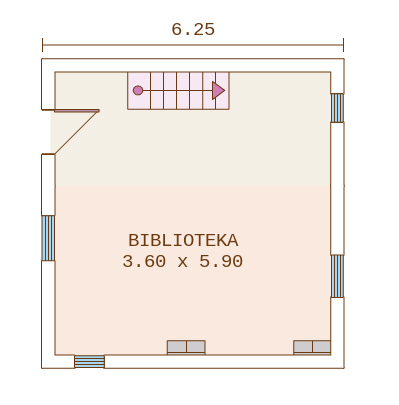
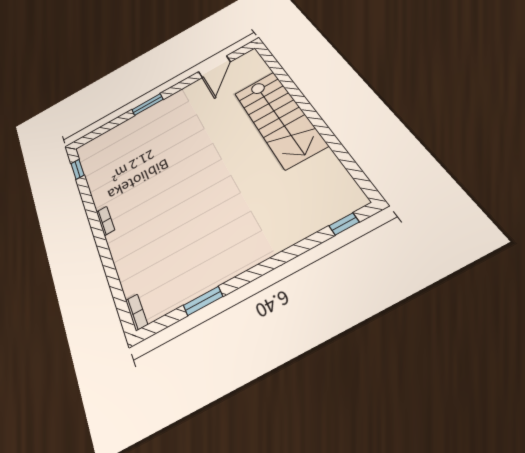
stairs: (178, 90) -> (279, 118), width x1.36, depth x1.51
door: (48, 132) -> (214, 67), hinge flipped

